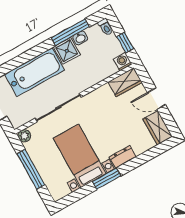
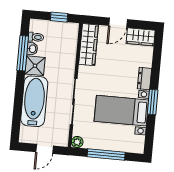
toilet: (106, 27) -> (36, 37), moved
washing machine: (123, 62) -> (72, 29), removed
wardrobe: (125, 82) -> (89, 45), width x1.50

